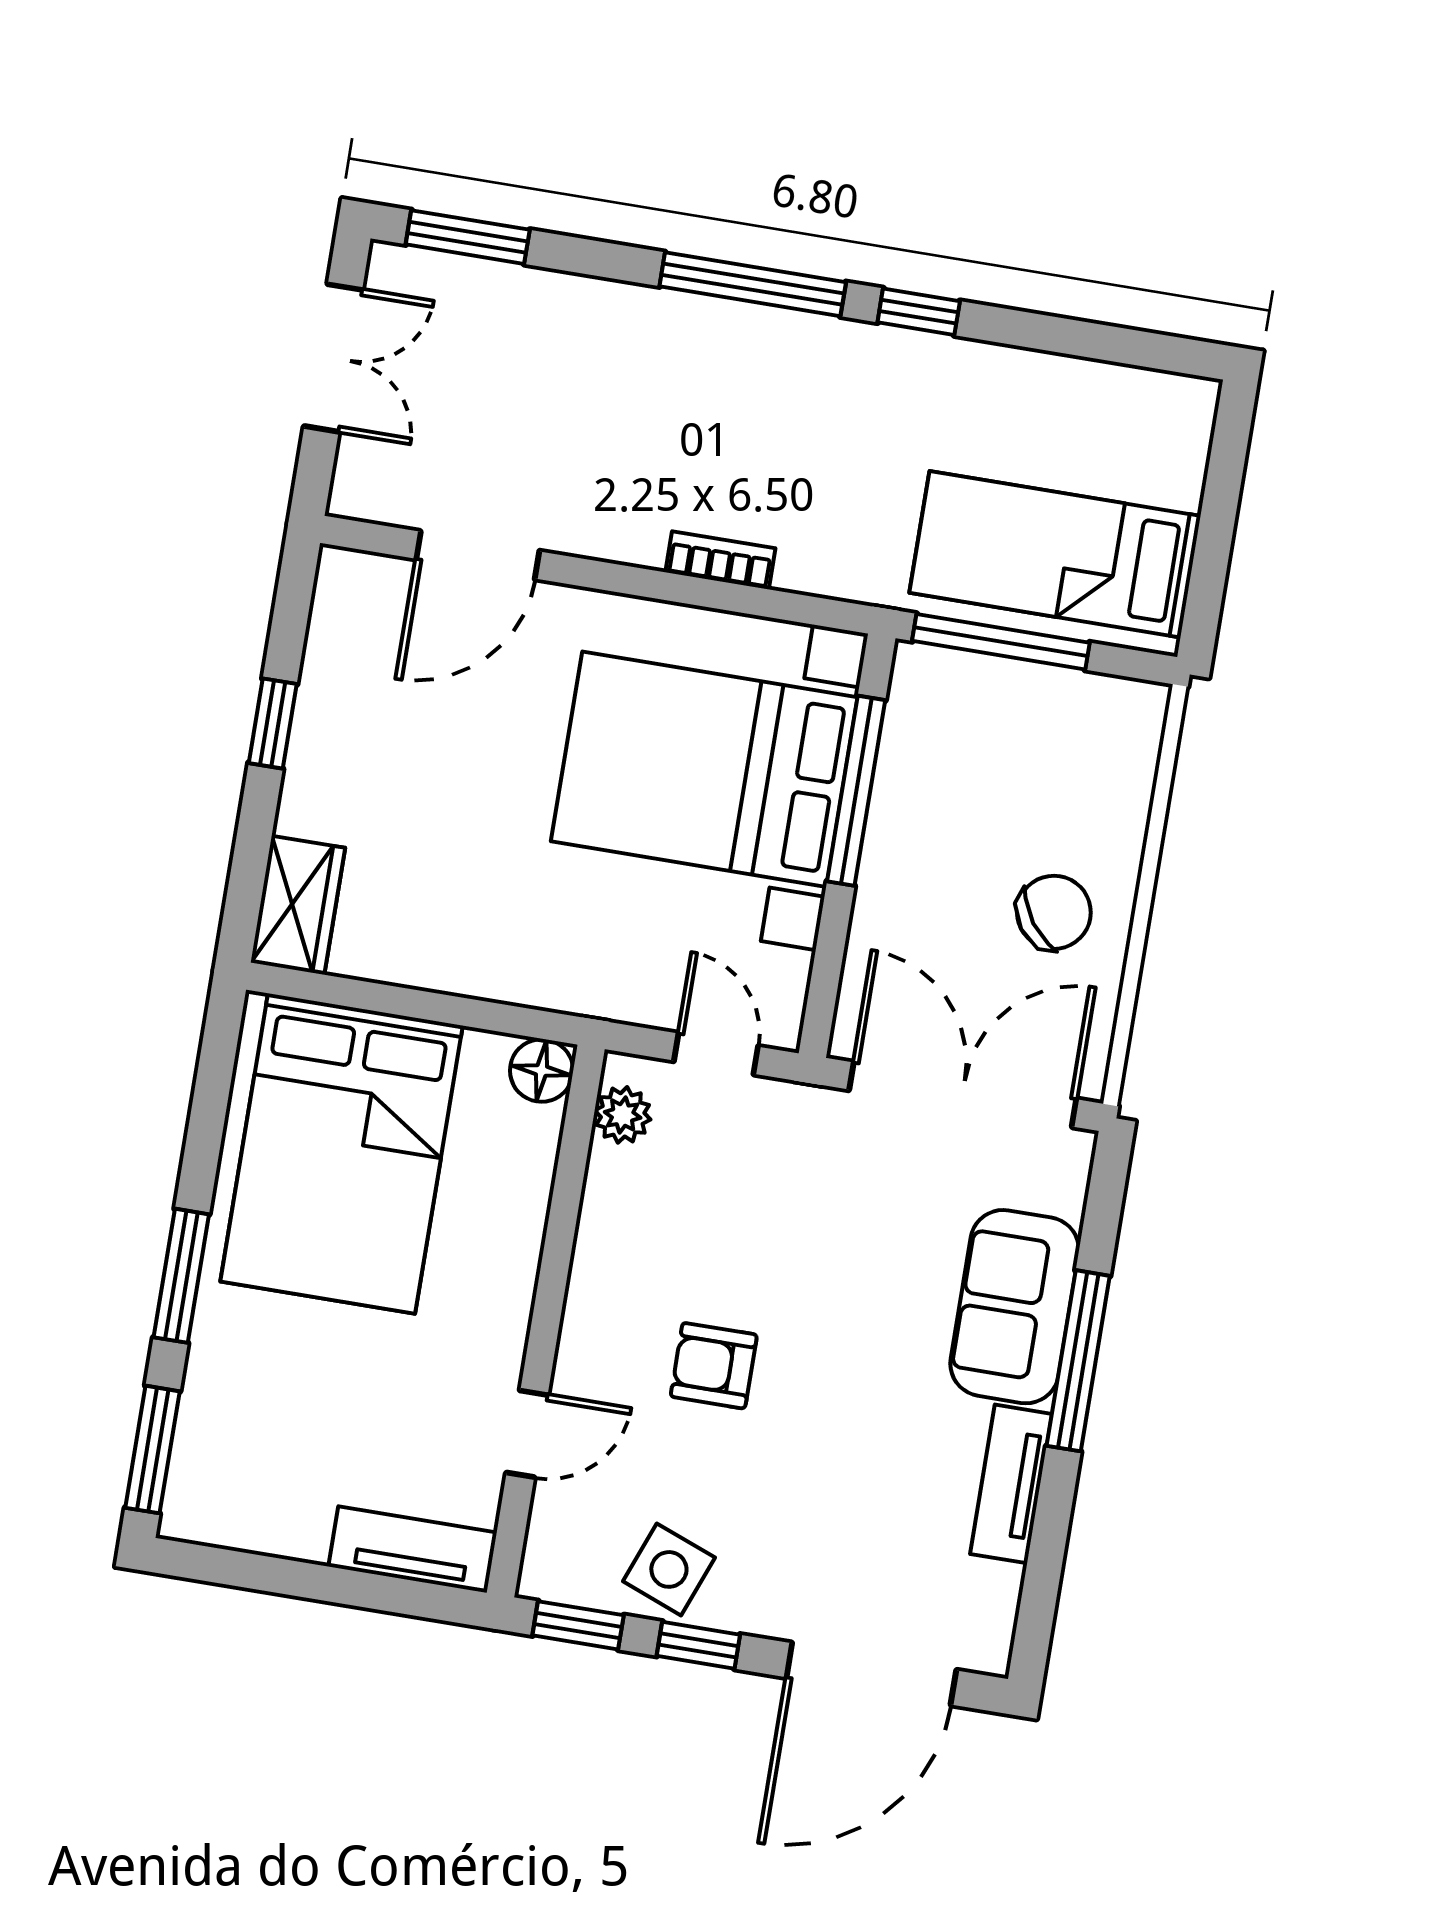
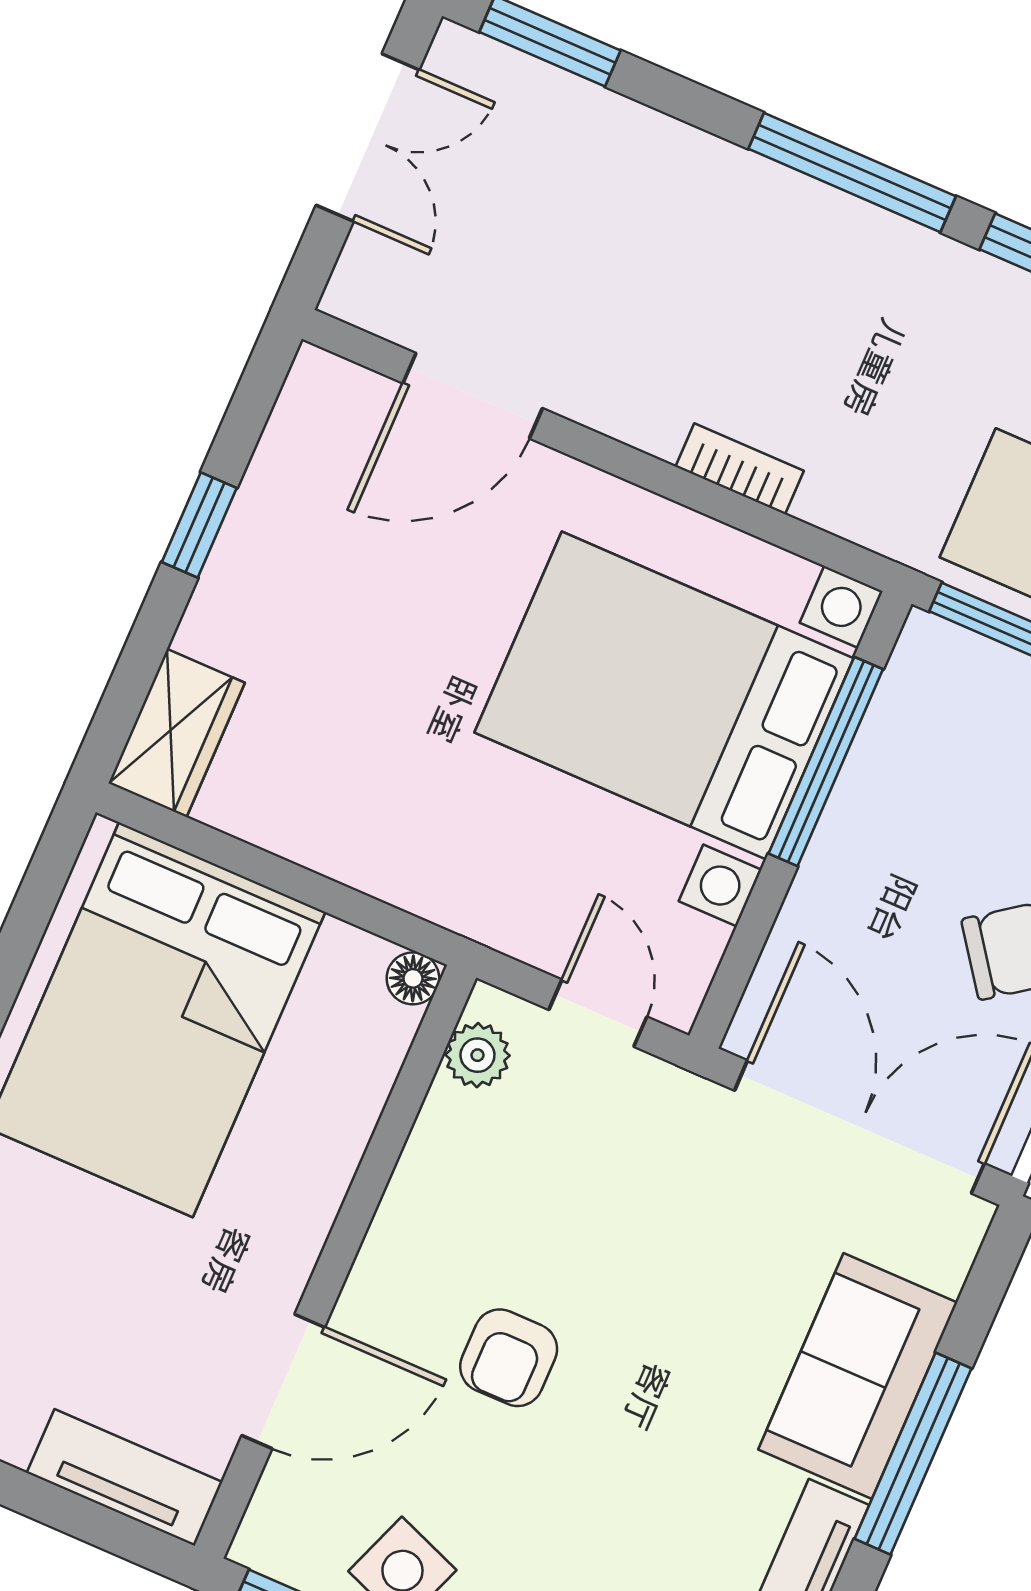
floor lamp: (542, 1070) -> (413, 978), width x0.73, depth x0.73
armchair: (714, 1366) -> (509, 1358), turned -90
door: (527, 1434) -> (283, 1381), width x1.38

